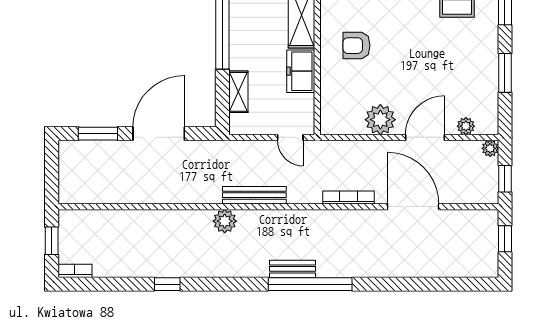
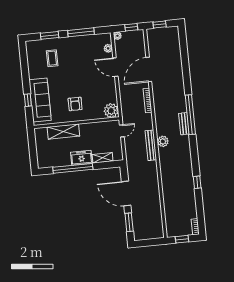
freezer: (301, 71) -> (81, 158), moved, turned 180
window: (505, 73) -> (81, 32), width x1.44
plant: (380, 120) -> (111, 111), moved
plant: (225, 221) -> (163, 141), moved

